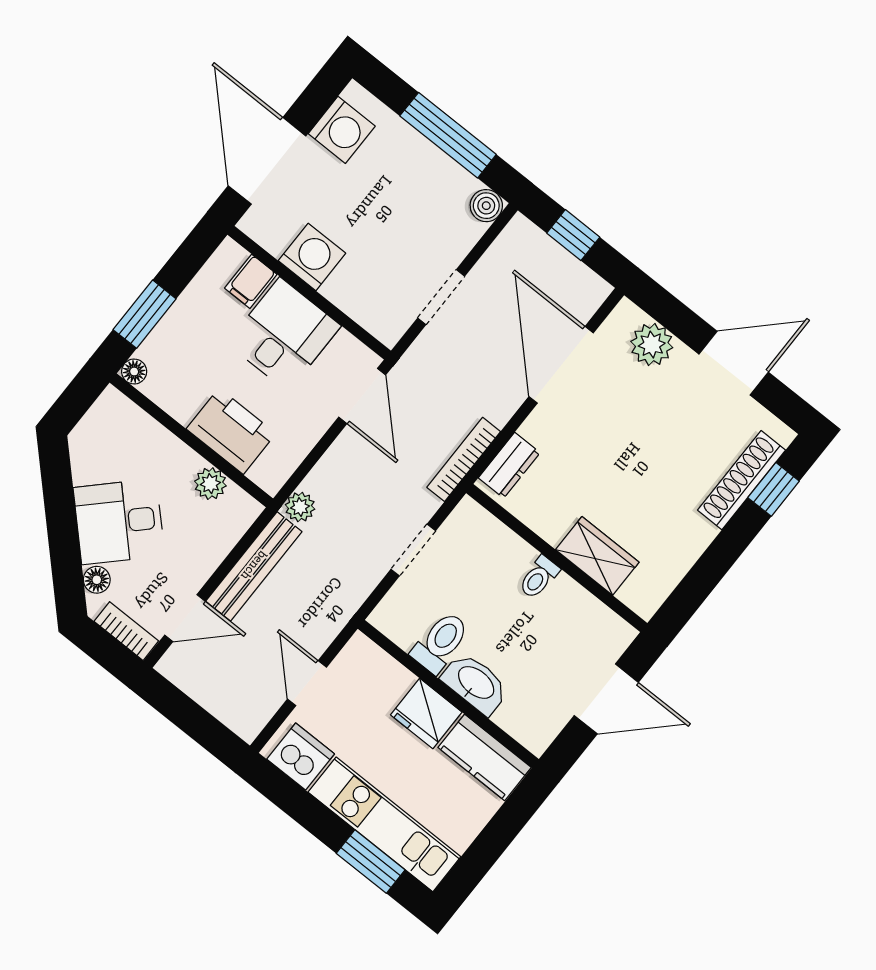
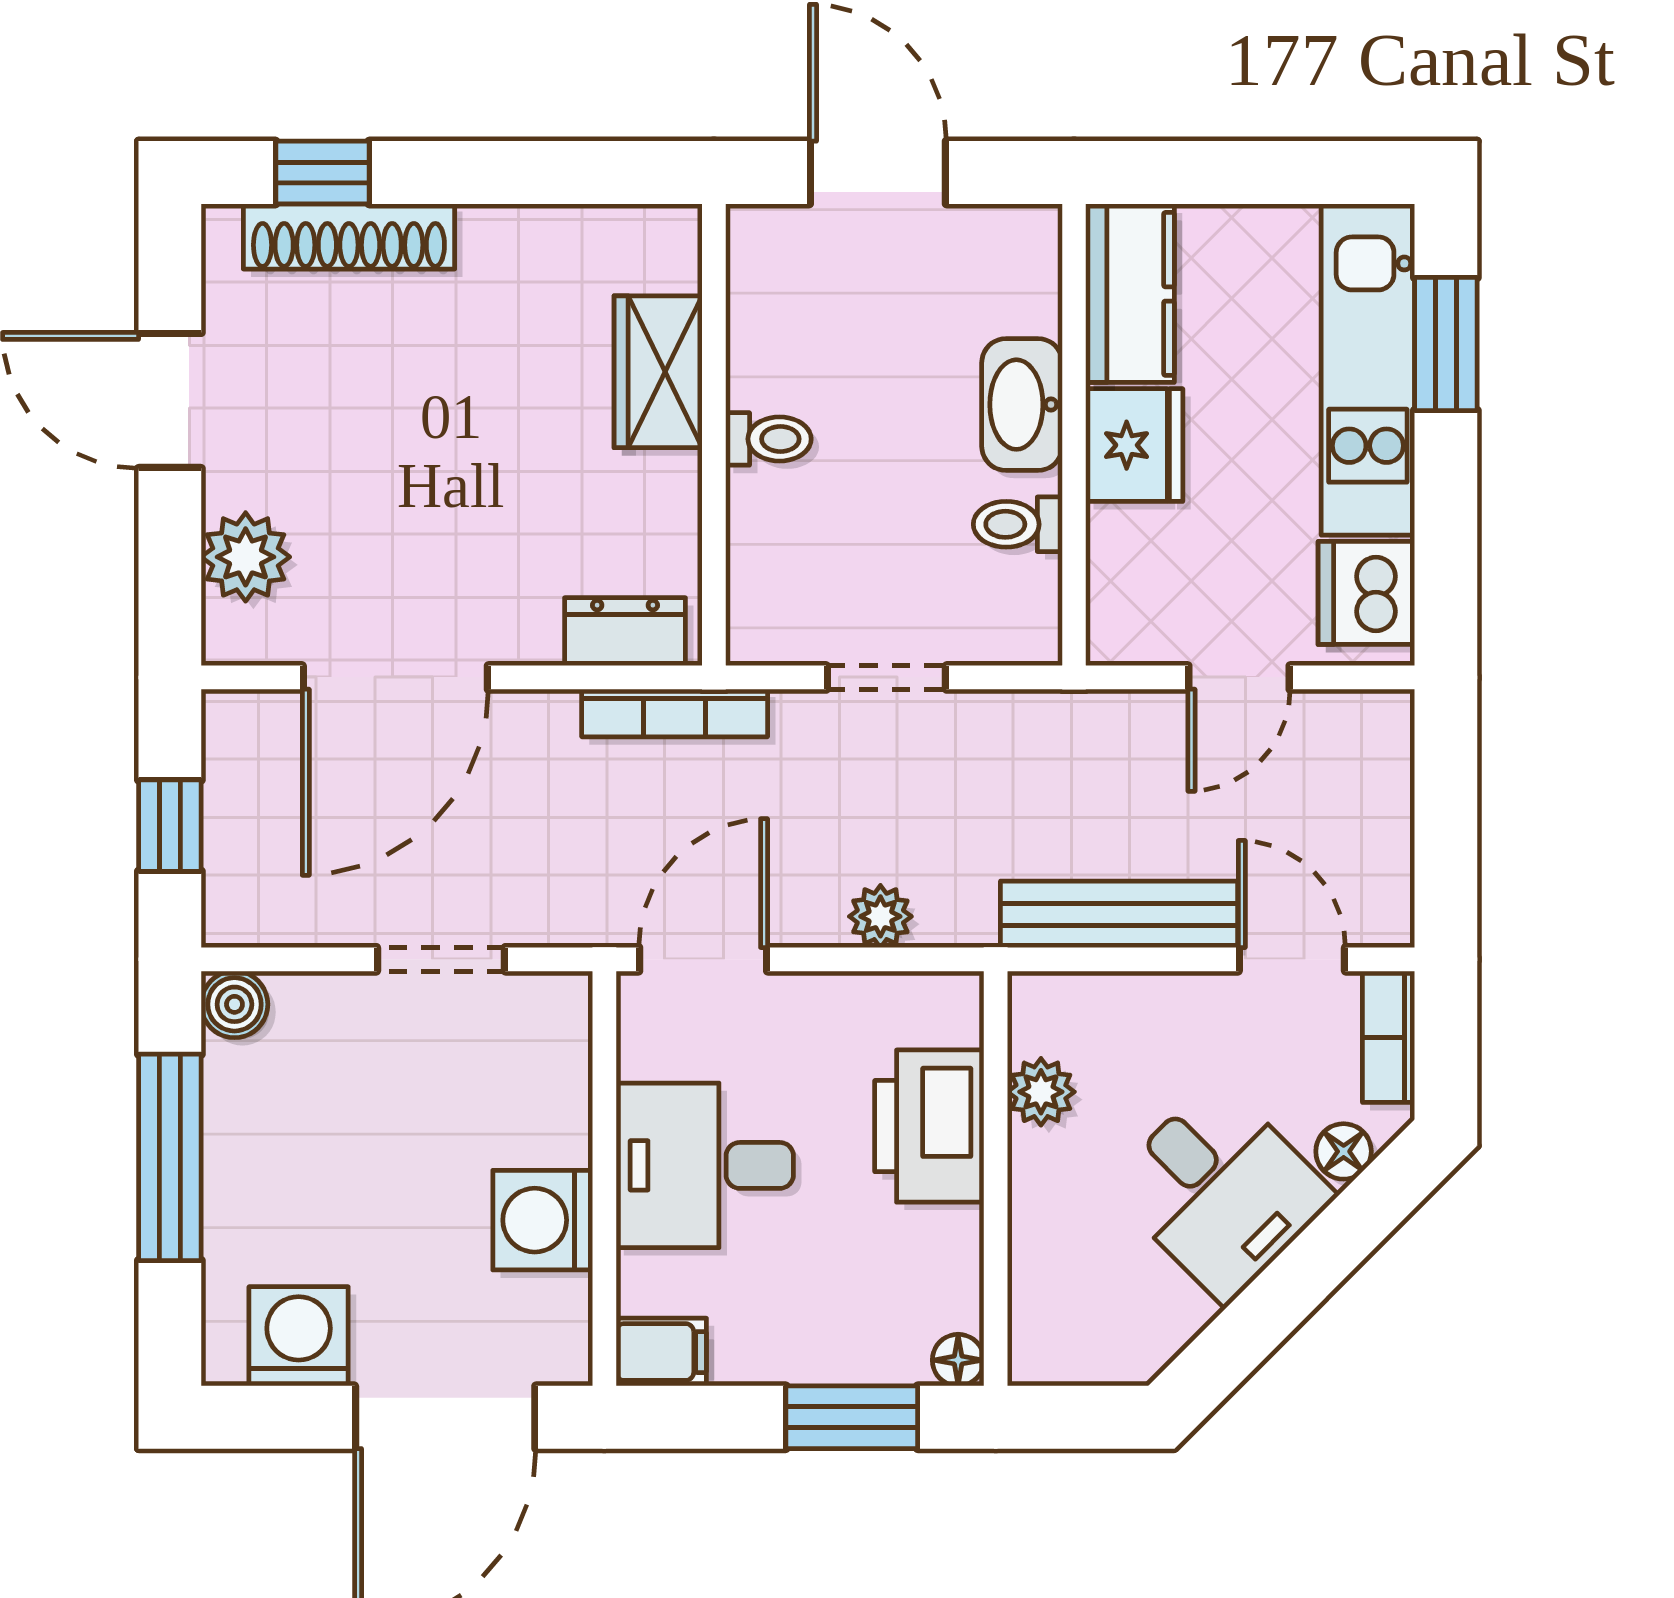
filing cabinet: (251, 281) -> (661, 1352), moved
plant: (300, 507) -> (880, 916), moved
toilet: (440, 642) -> (1018, 524), width x0.73, depth x0.72

